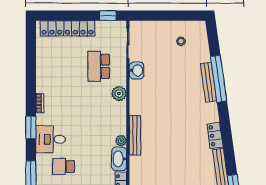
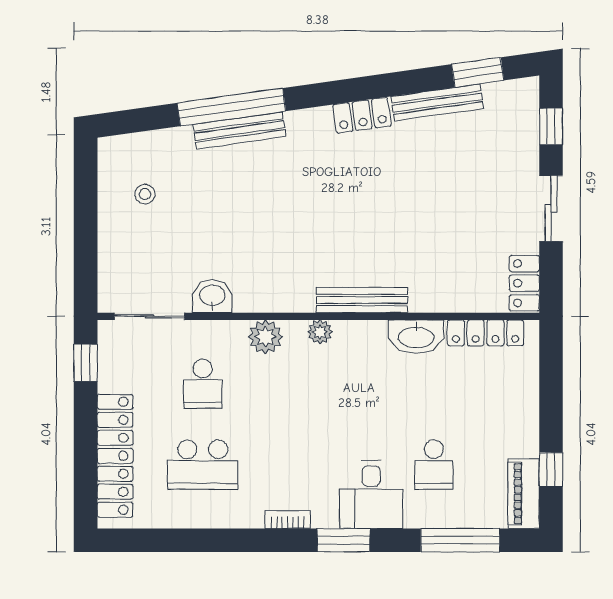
school desk: (64, 66) -> (203, 465), added
school desk: (99, 66) -> (203, 384), width x0.54
plant: (121, 141) -> (320, 332), moved

